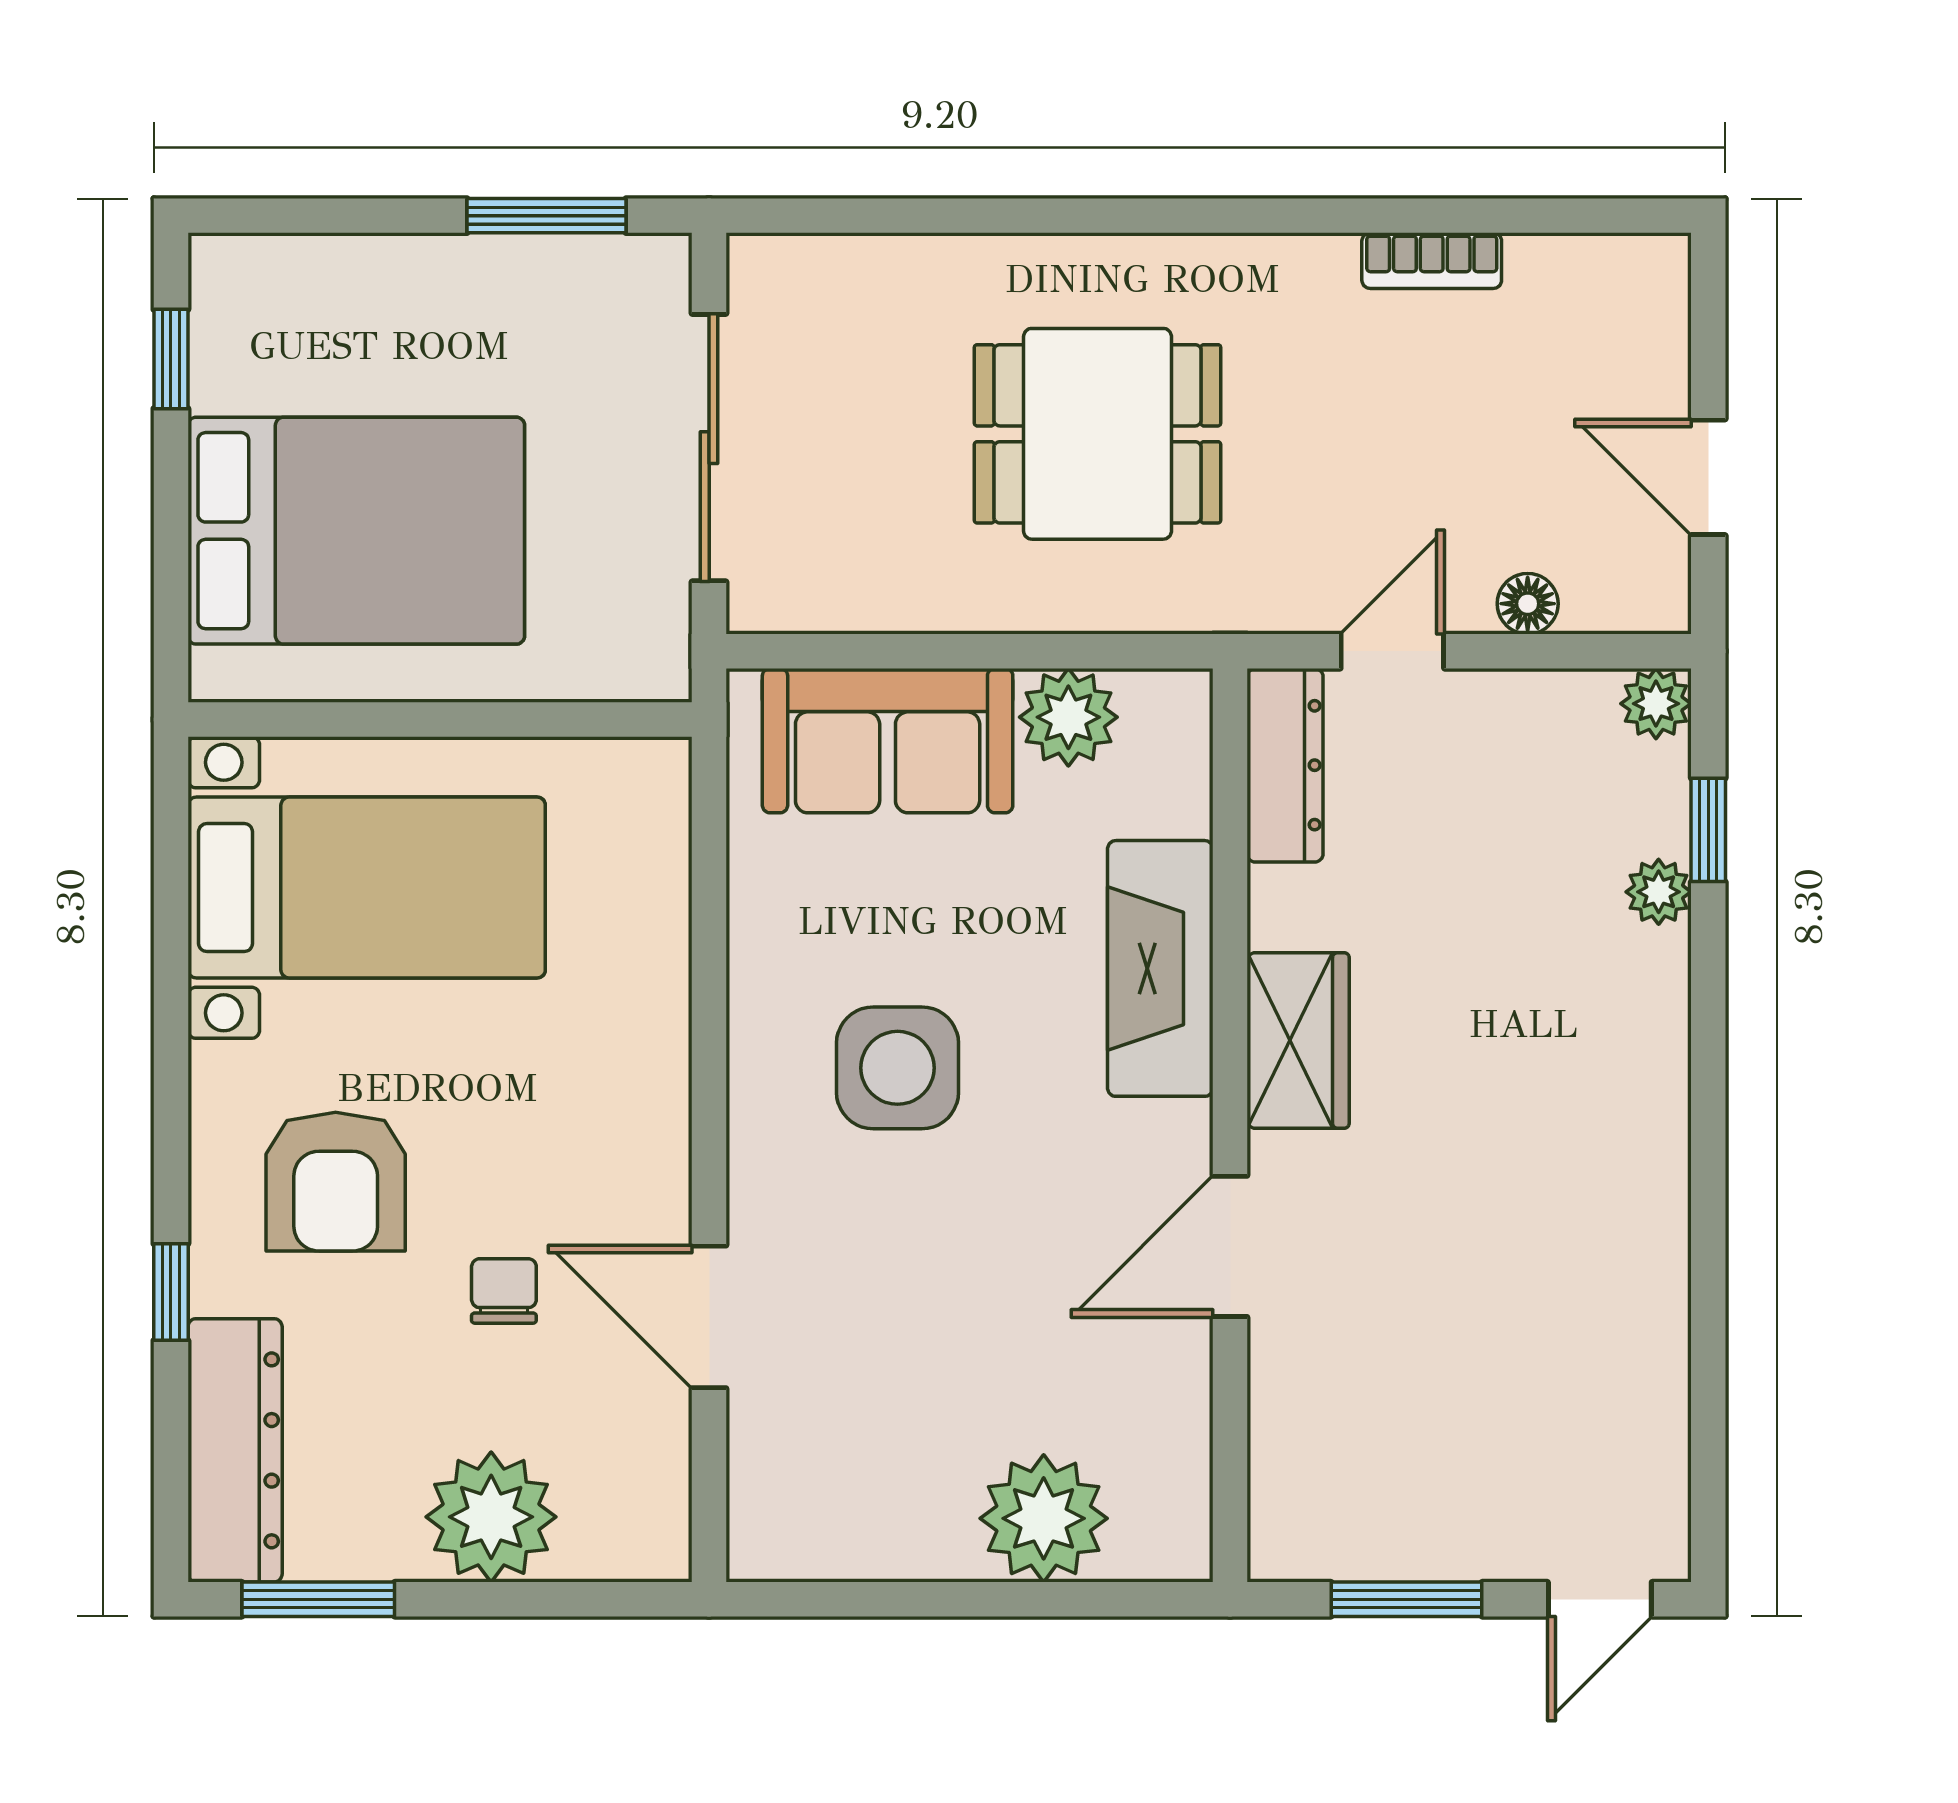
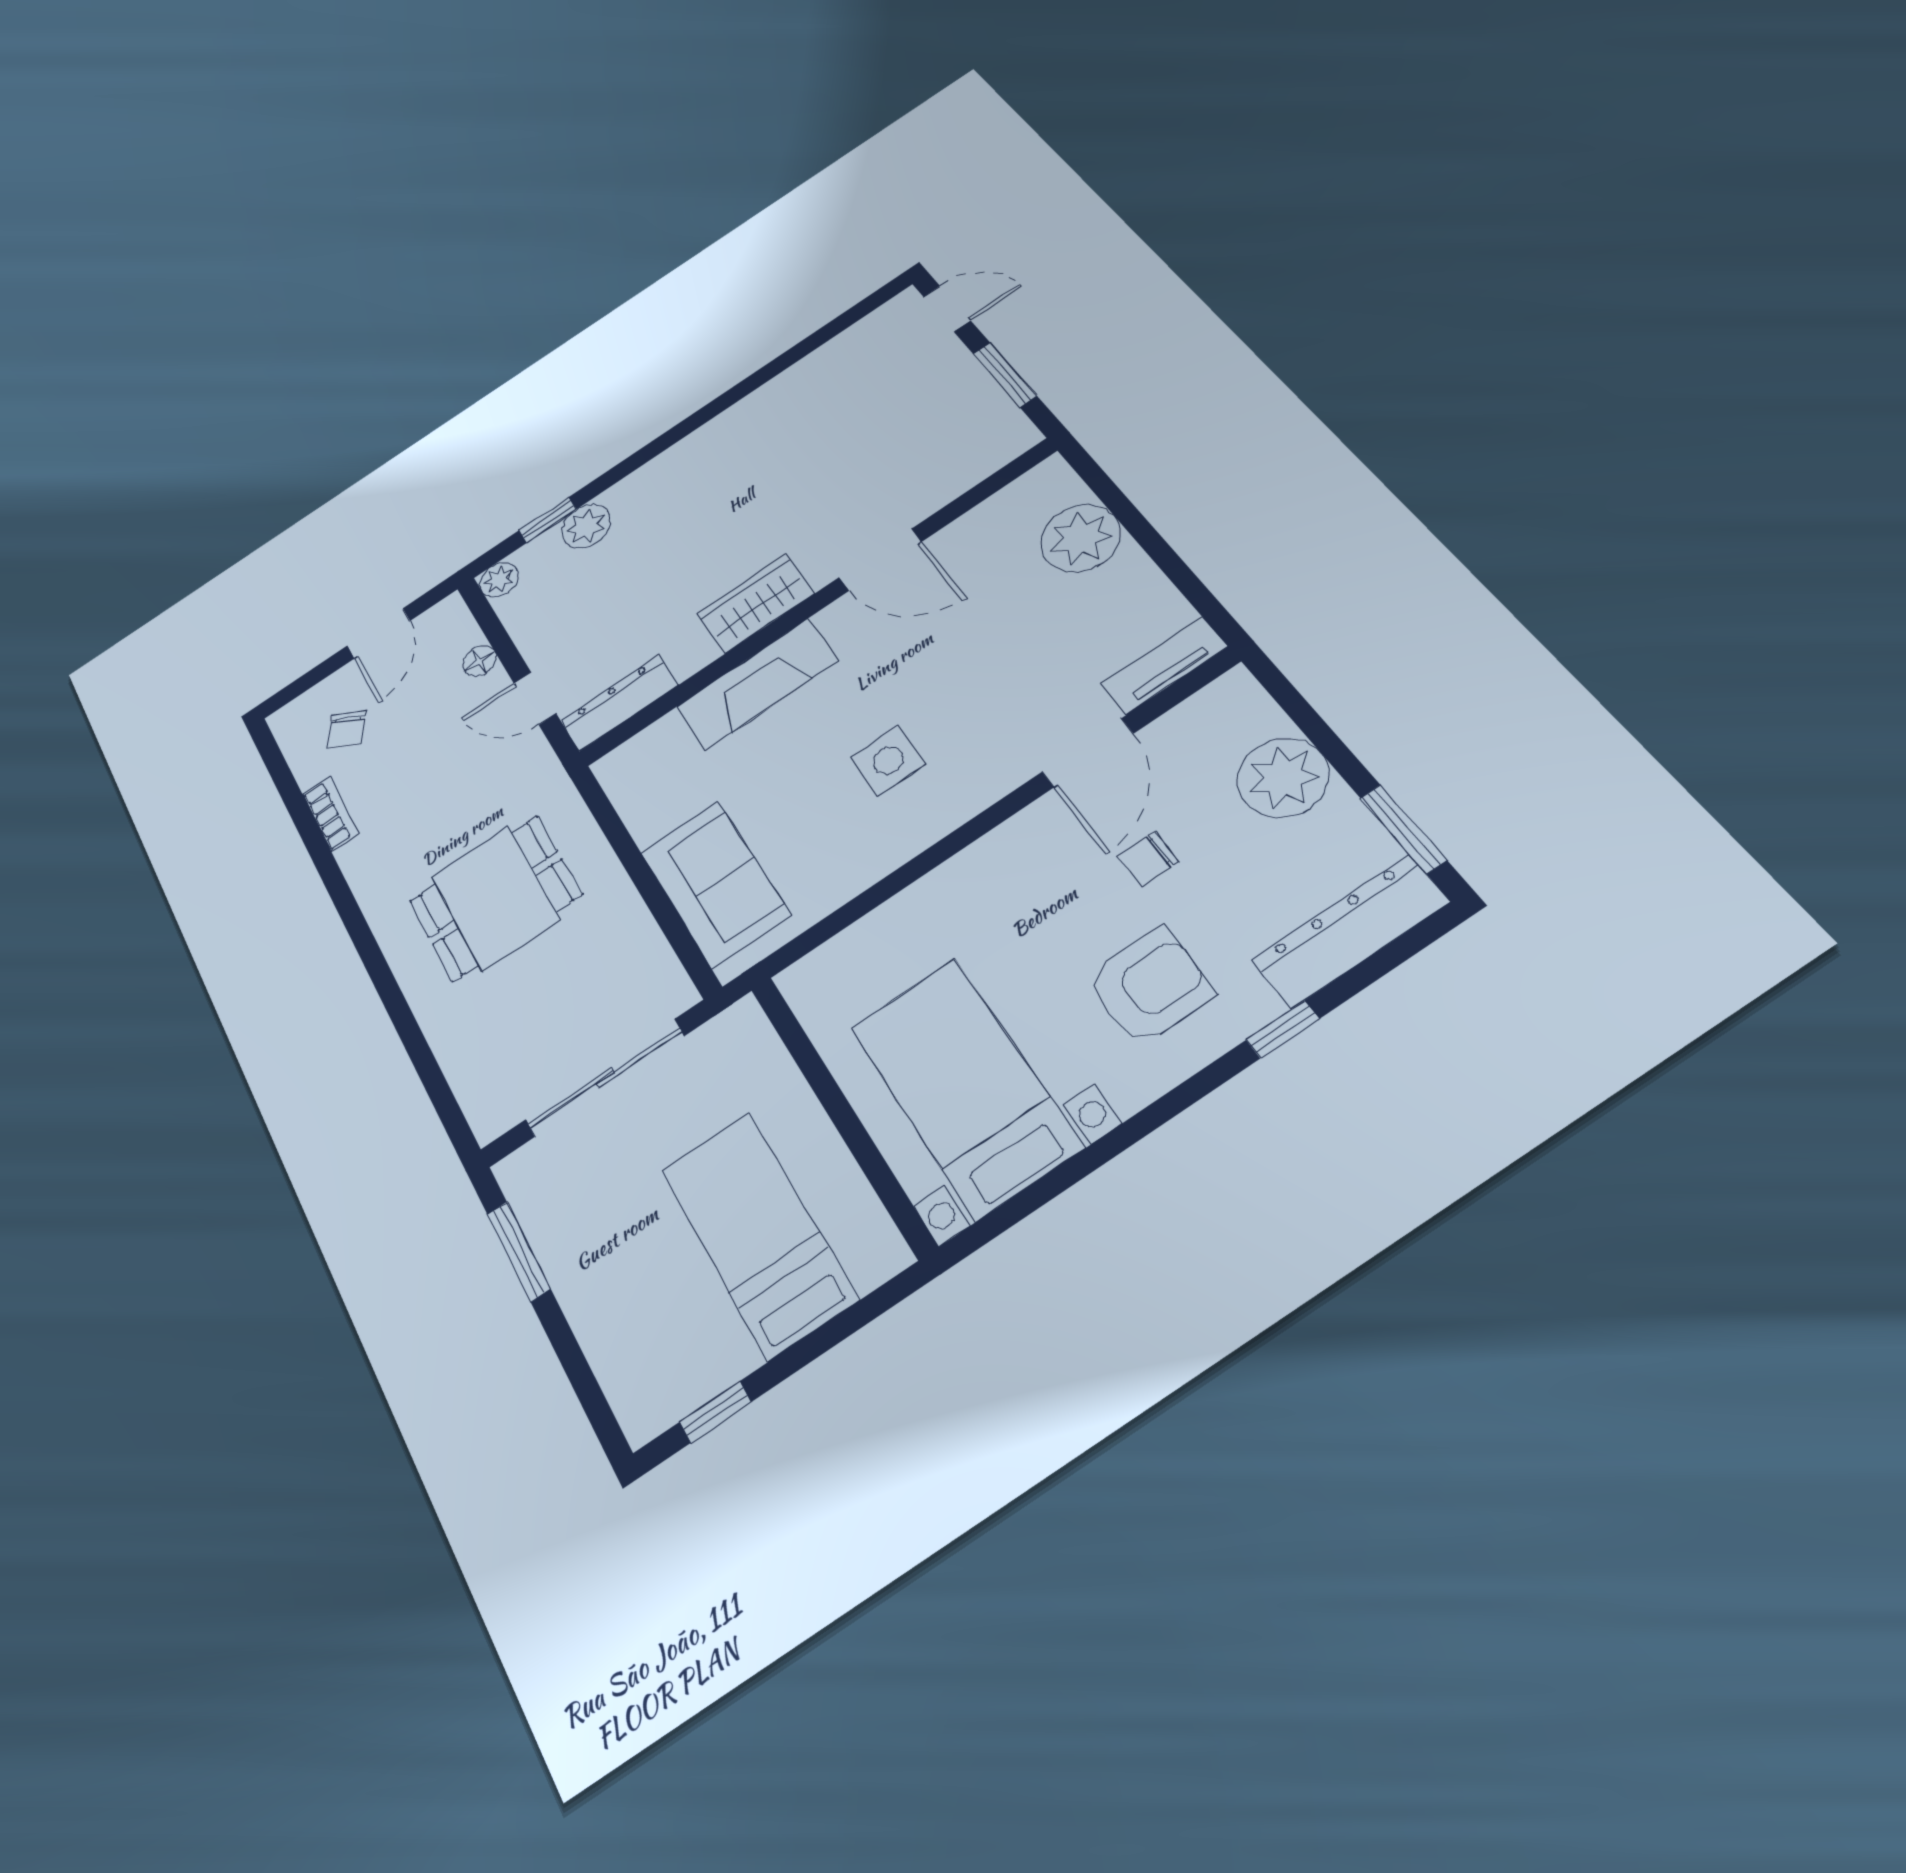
chair: (1567, 349) -> (346, 729), added
dining table: (1098, 434) -> (495, 898), turned 90
bed: (356, 531) -> (758, 1234), width x0.67
plant: (1068, 717) -> (652, 811), removed
plant: (1659, 892) -> (586, 526), width x1.38, depth x1.38
side table: (898, 1068) -> (888, 760), width x0.73, depth x0.73
tv unit: (761, 1490) -> (1164, 665), added

